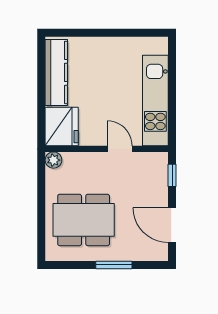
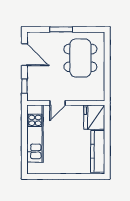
door: (120, 149) -> (58, 103), hinge flipped
plant: (53, 160) -> (99, 96), removed
dining table: (84, 220) -> (80, 58), turned 90

